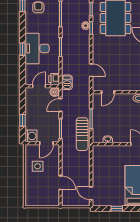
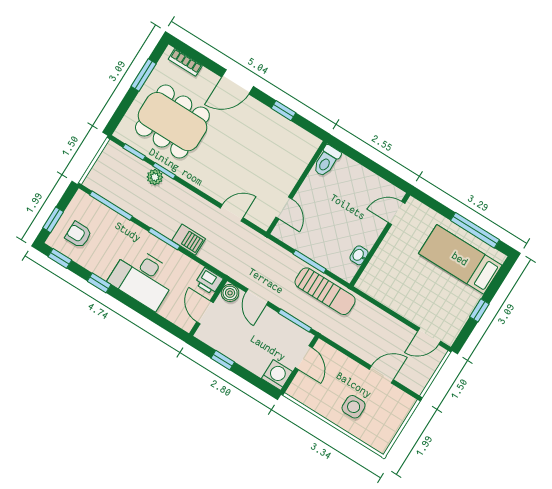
window: (22, 49) -> (99, 283), moved
barbecue: (67, 82) -> (189, 240), moved
window: (22, 120) -> (223, 360), moved
side table: (38, 166) -> (354, 407), moved

